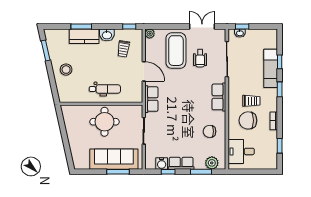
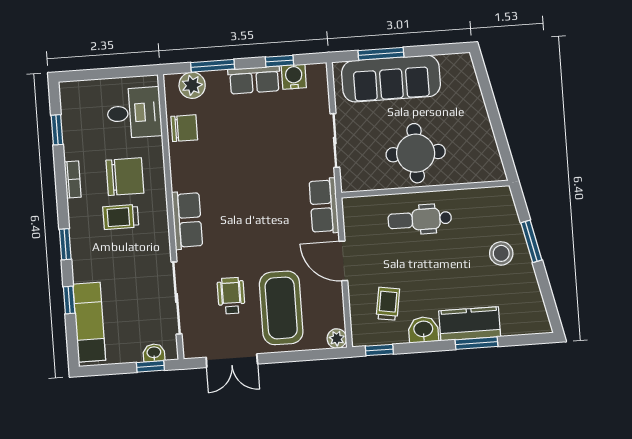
window: (46, 51) -> (531, 241), moved
exam couch: (271, 68) -> (89, 322), moved
chair: (210, 131) -> (184, 128), moved

